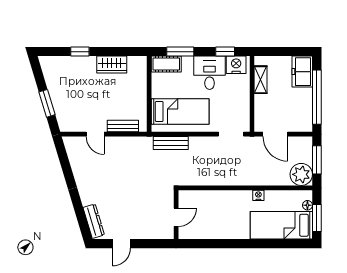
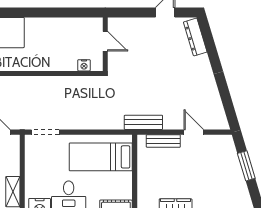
bench: (171, 143) -> (143, 122), moved
nightstand: (258, 195) -> (84, 65), moved
door: (176, 217) -> (105, 41), swing flipped

